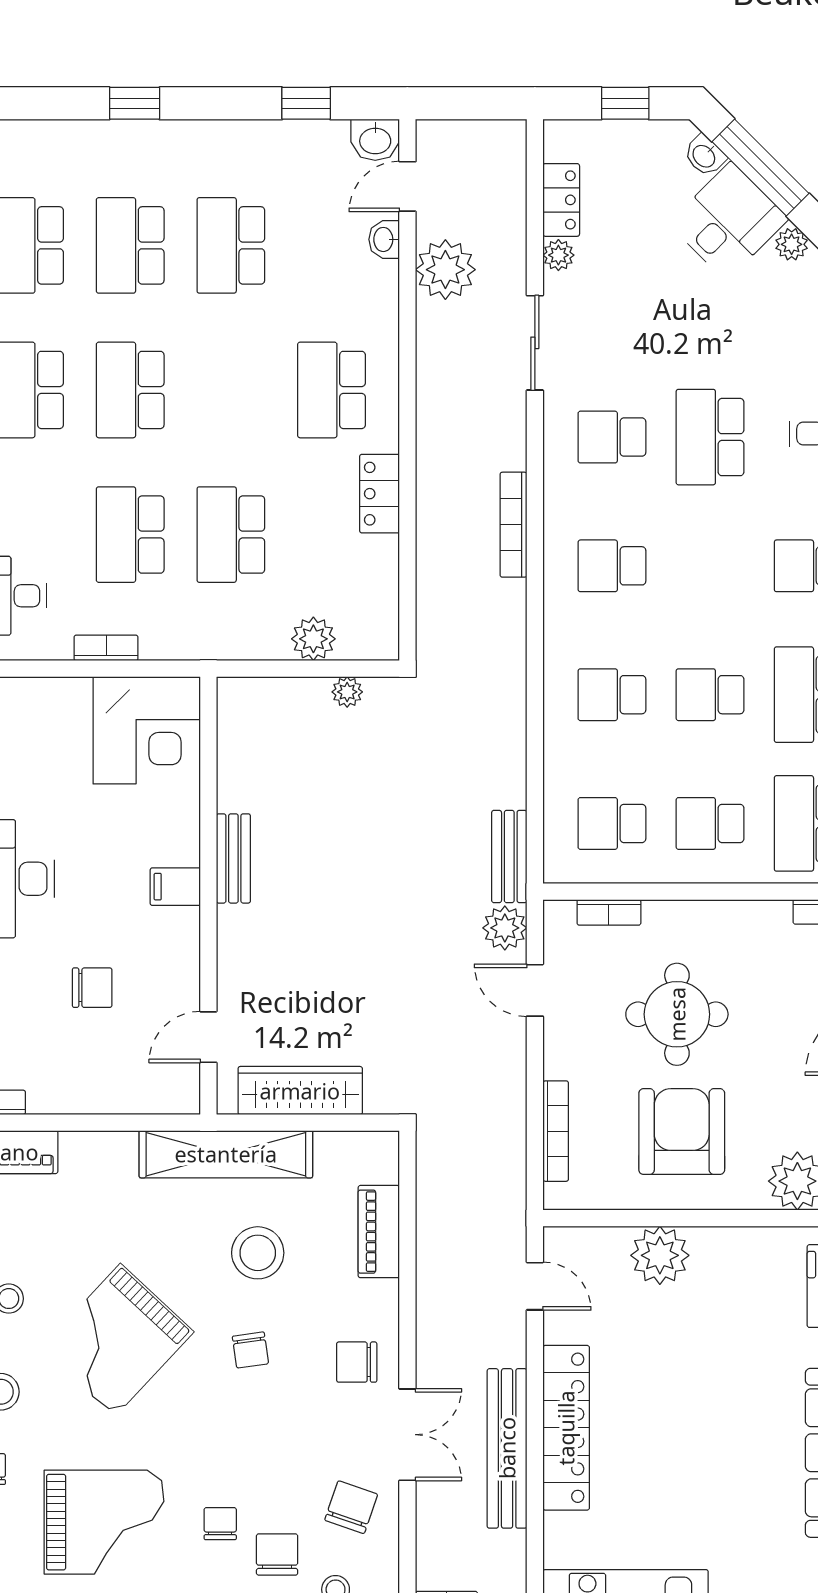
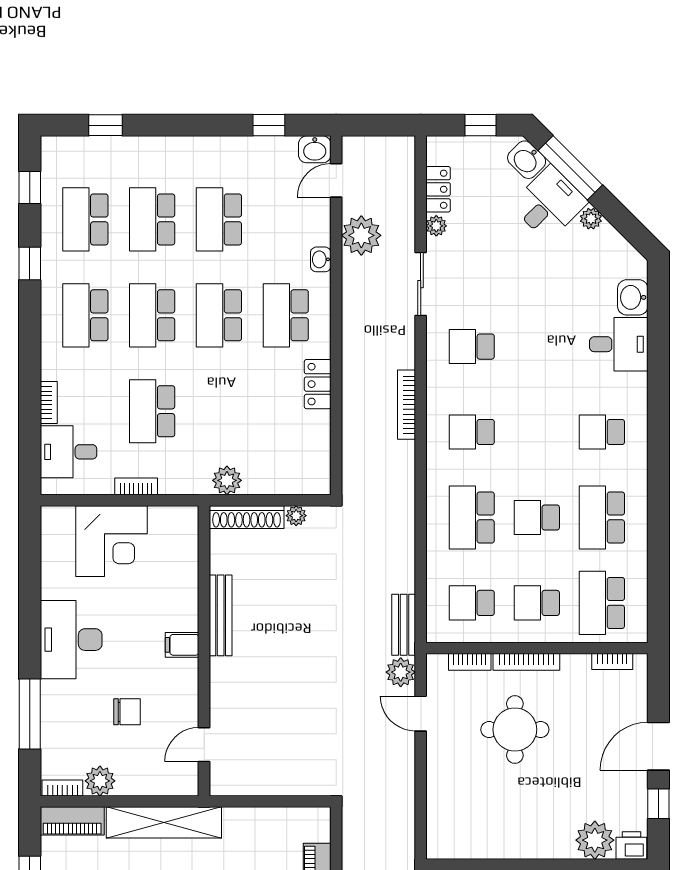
window: (135, 103) -> (105, 125), moved
washbasin: (704, 156) -> (527, 160), width x1.38, depth x1.45
washbasin: (384, 239) -> (321, 259), moved
school desk: (710, 437) -> (537, 347), removed
school desk: (231, 535) -> (219, 315), moved
plant: (313, 639) -> (227, 480), moved
shoe rack: (272, 694) -> (247, 517), added
school desk: (612, 695) -> (472, 517), width x1.85
corner desk: (147, 730) -> (112, 541), moved
bench: (233, 858) -> (221, 615), width x1.36
wardrobe: (300, 1091) -> (265, 780), removed
plant: (51, 1092) -> (100, 781), added
bookcase: (556, 1131) -> (526, 662), moved, turned 90
armchair: (682, 1132) -> (518, 807), removed
shelving: (226, 1154) -> (164, 822), moved

